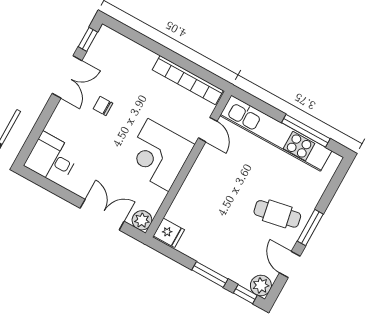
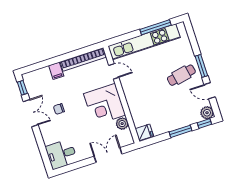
filing cabinet: (145, 61) -> (56, 71), added
plant: (142, 220) -> (122, 124), moved

